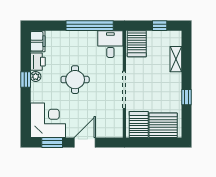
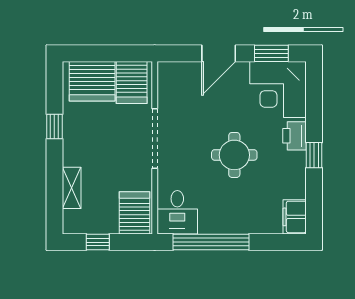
printer: (38, 62) -> (294, 136), moved
plant: (36, 77) -> (298, 160), removed

